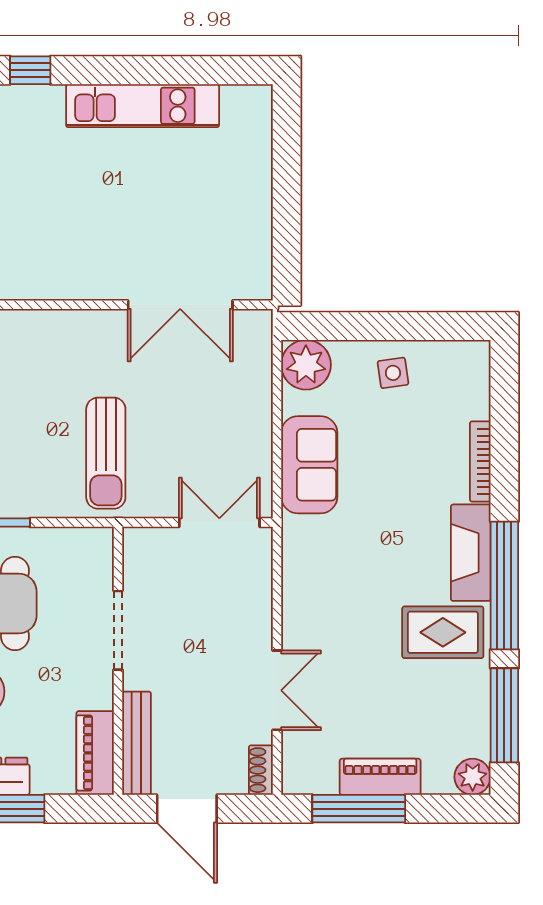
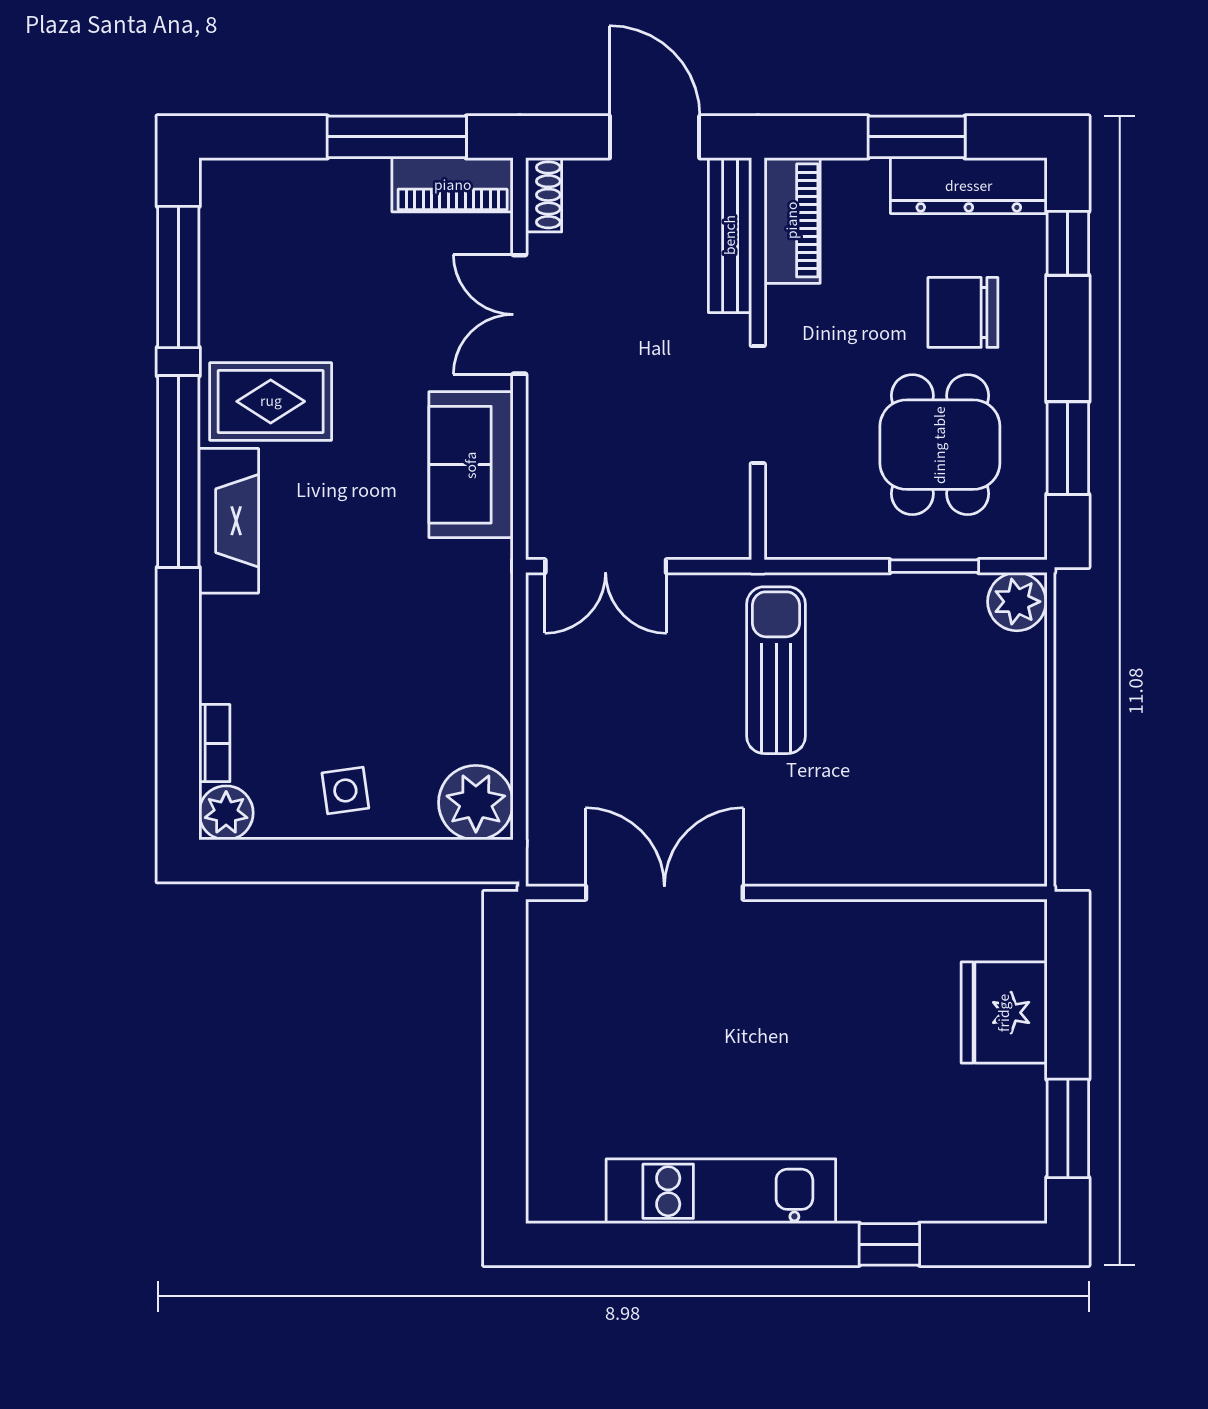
bookcase: (480, 461) -> (214, 743), moved, width x0.64
sofa: (309, 465) -> (471, 465), moved
piano: (380, 777) -> (453, 185), moved
plant: (473, 777) -> (226, 813), moved

